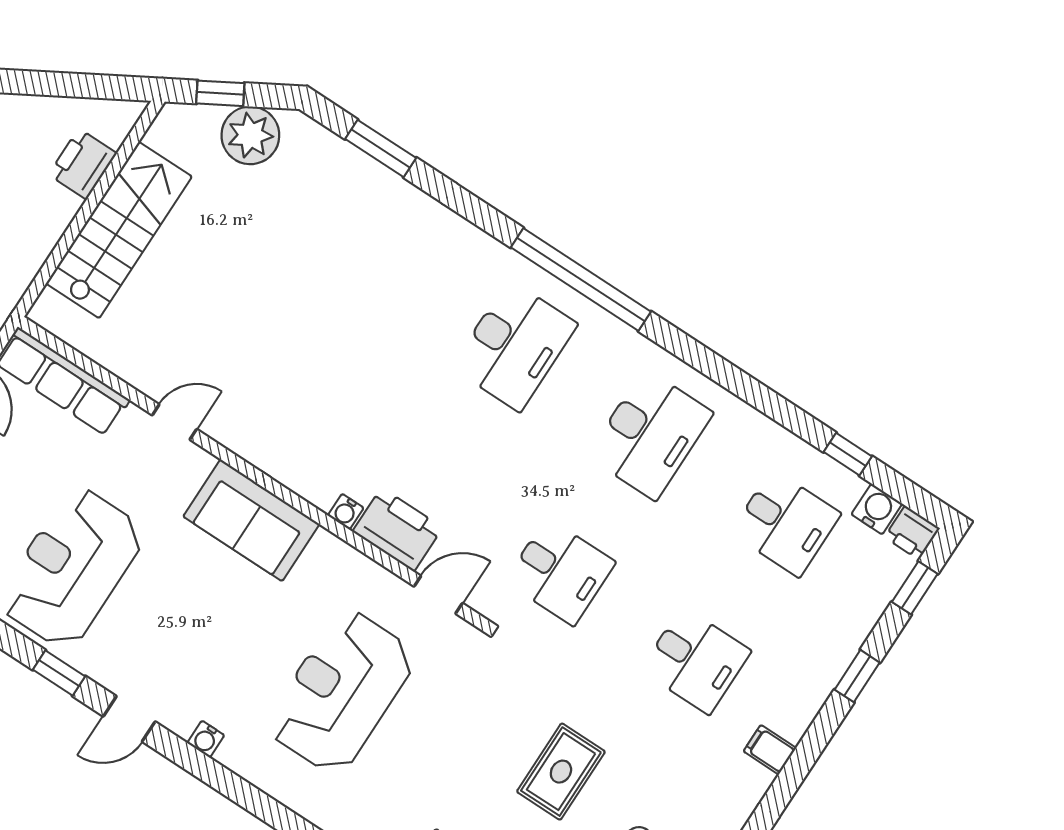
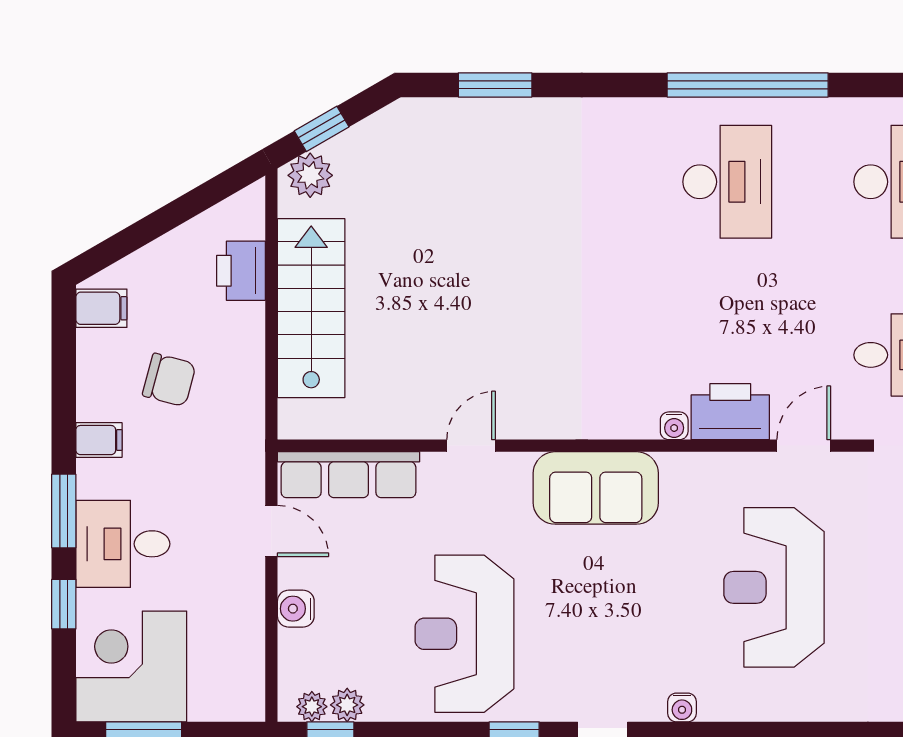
plant: (250, 135) -> (310, 175), moved, width x0.73, depth x0.73

